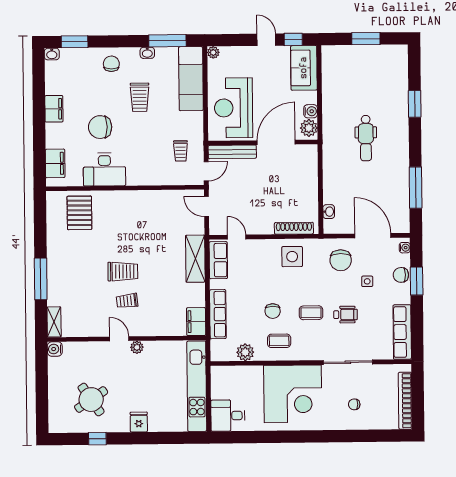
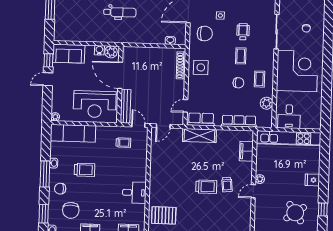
window: (167, 41) -> (45, 174), moved
chair: (100, 127) -> (71, 210), moved
desk: (104, 169) -> (134, 193), width x0.73
trolley: (123, 271) -> (206, 187), turned 90
filing cabinet: (196, 322) -> (246, 151), moved, turned 90
desk: (228, 416) -> (289, 117), moved

